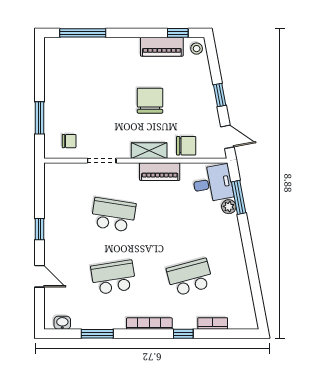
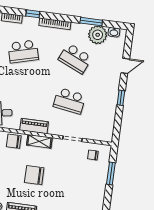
chair: (150, 101) -> (34, 175), turned 90
door: (40, 276) -> (125, 66), swing flipped
school desk: (113, 277) -> (75, 58), turned 33
plant: (85, 316) -> (98, 35), added

